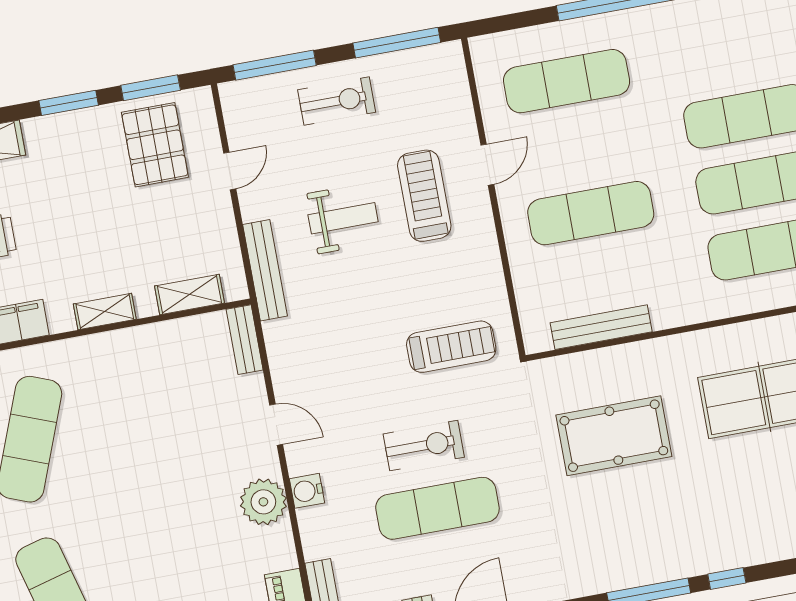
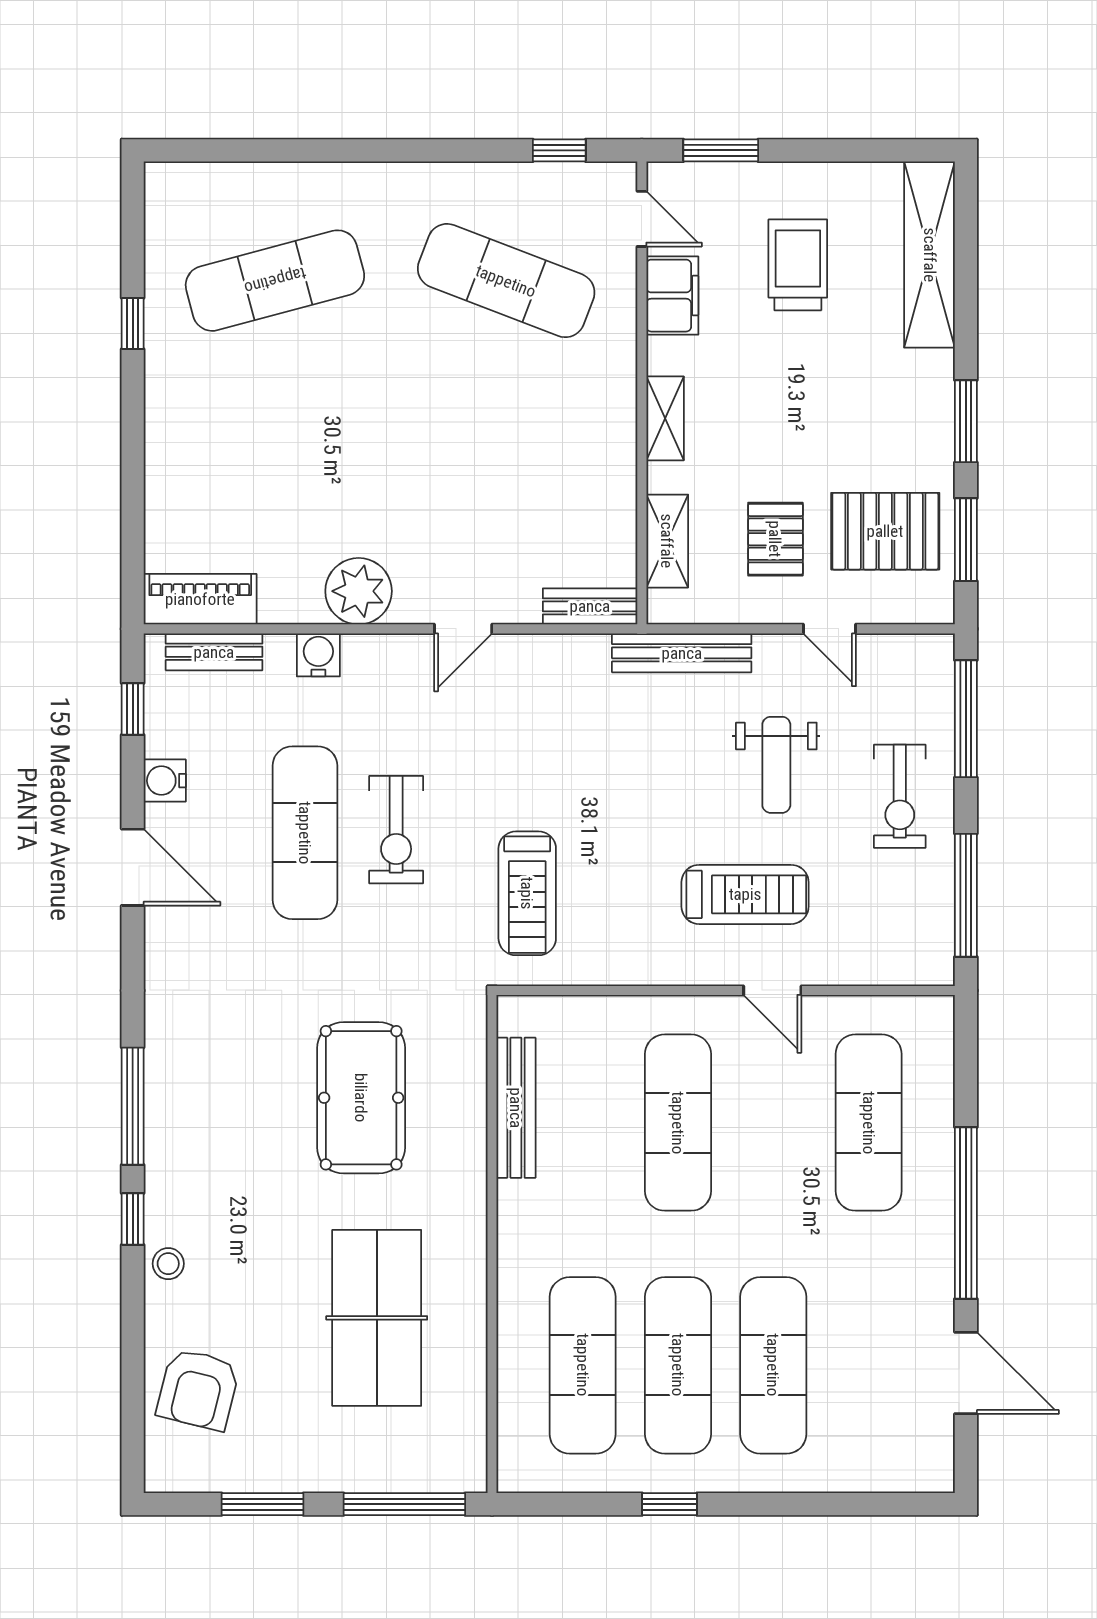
weight bench: (343, 218) -> (776, 765), moved
pallet: (174, 220) -> (775, 539), added
water cooler: (307, 491) -> (318, 655), moved
stool: (753, 548) -> (168, 1264), added

